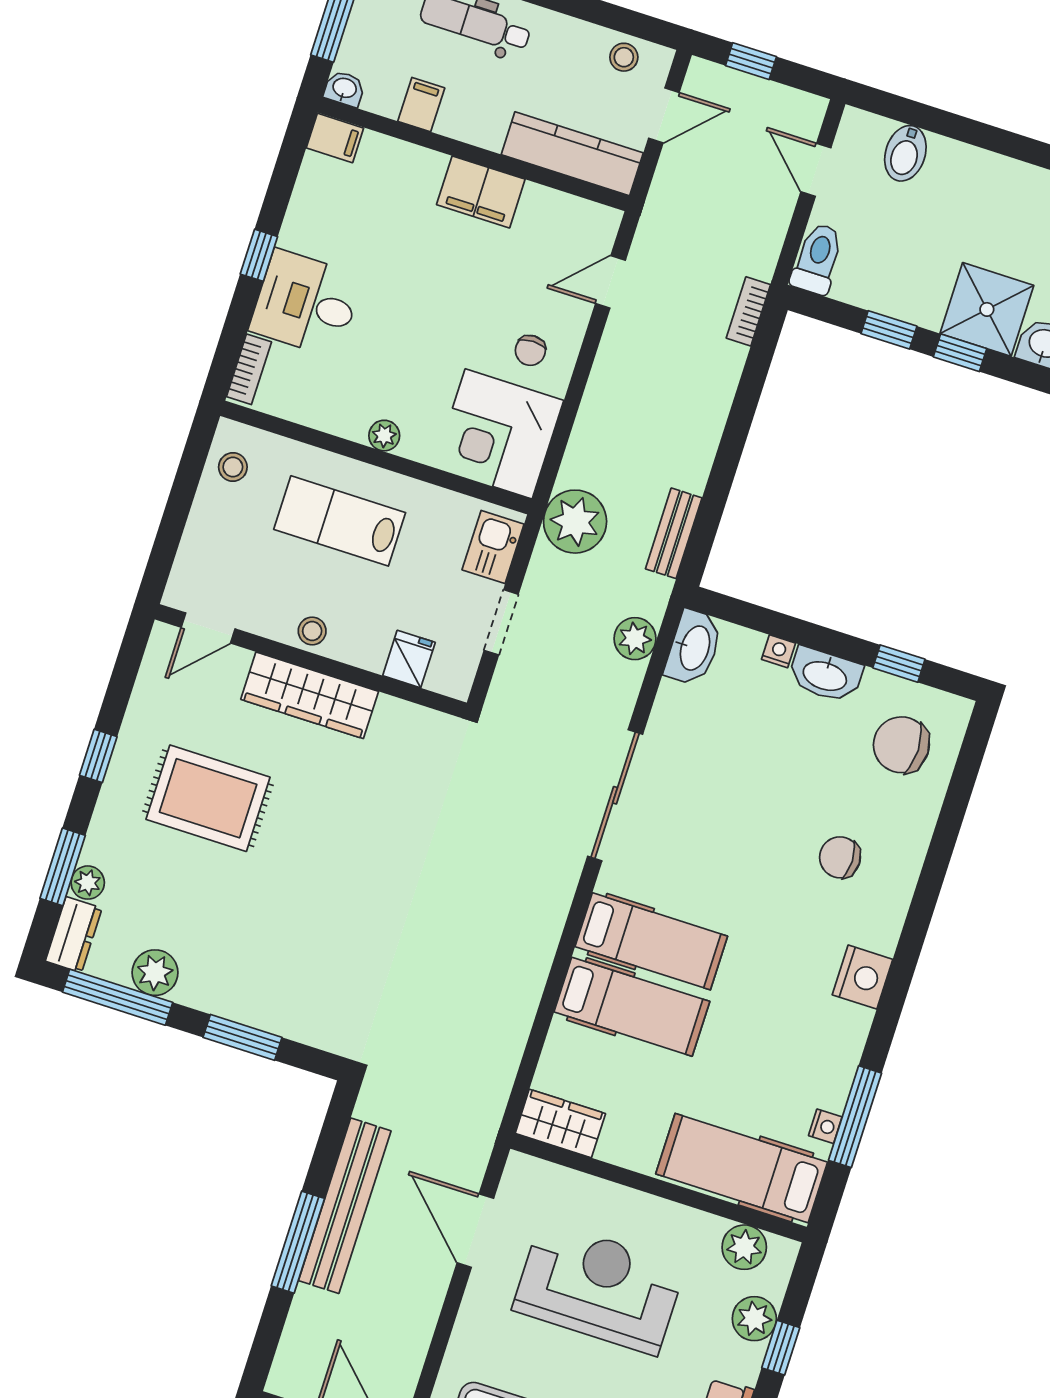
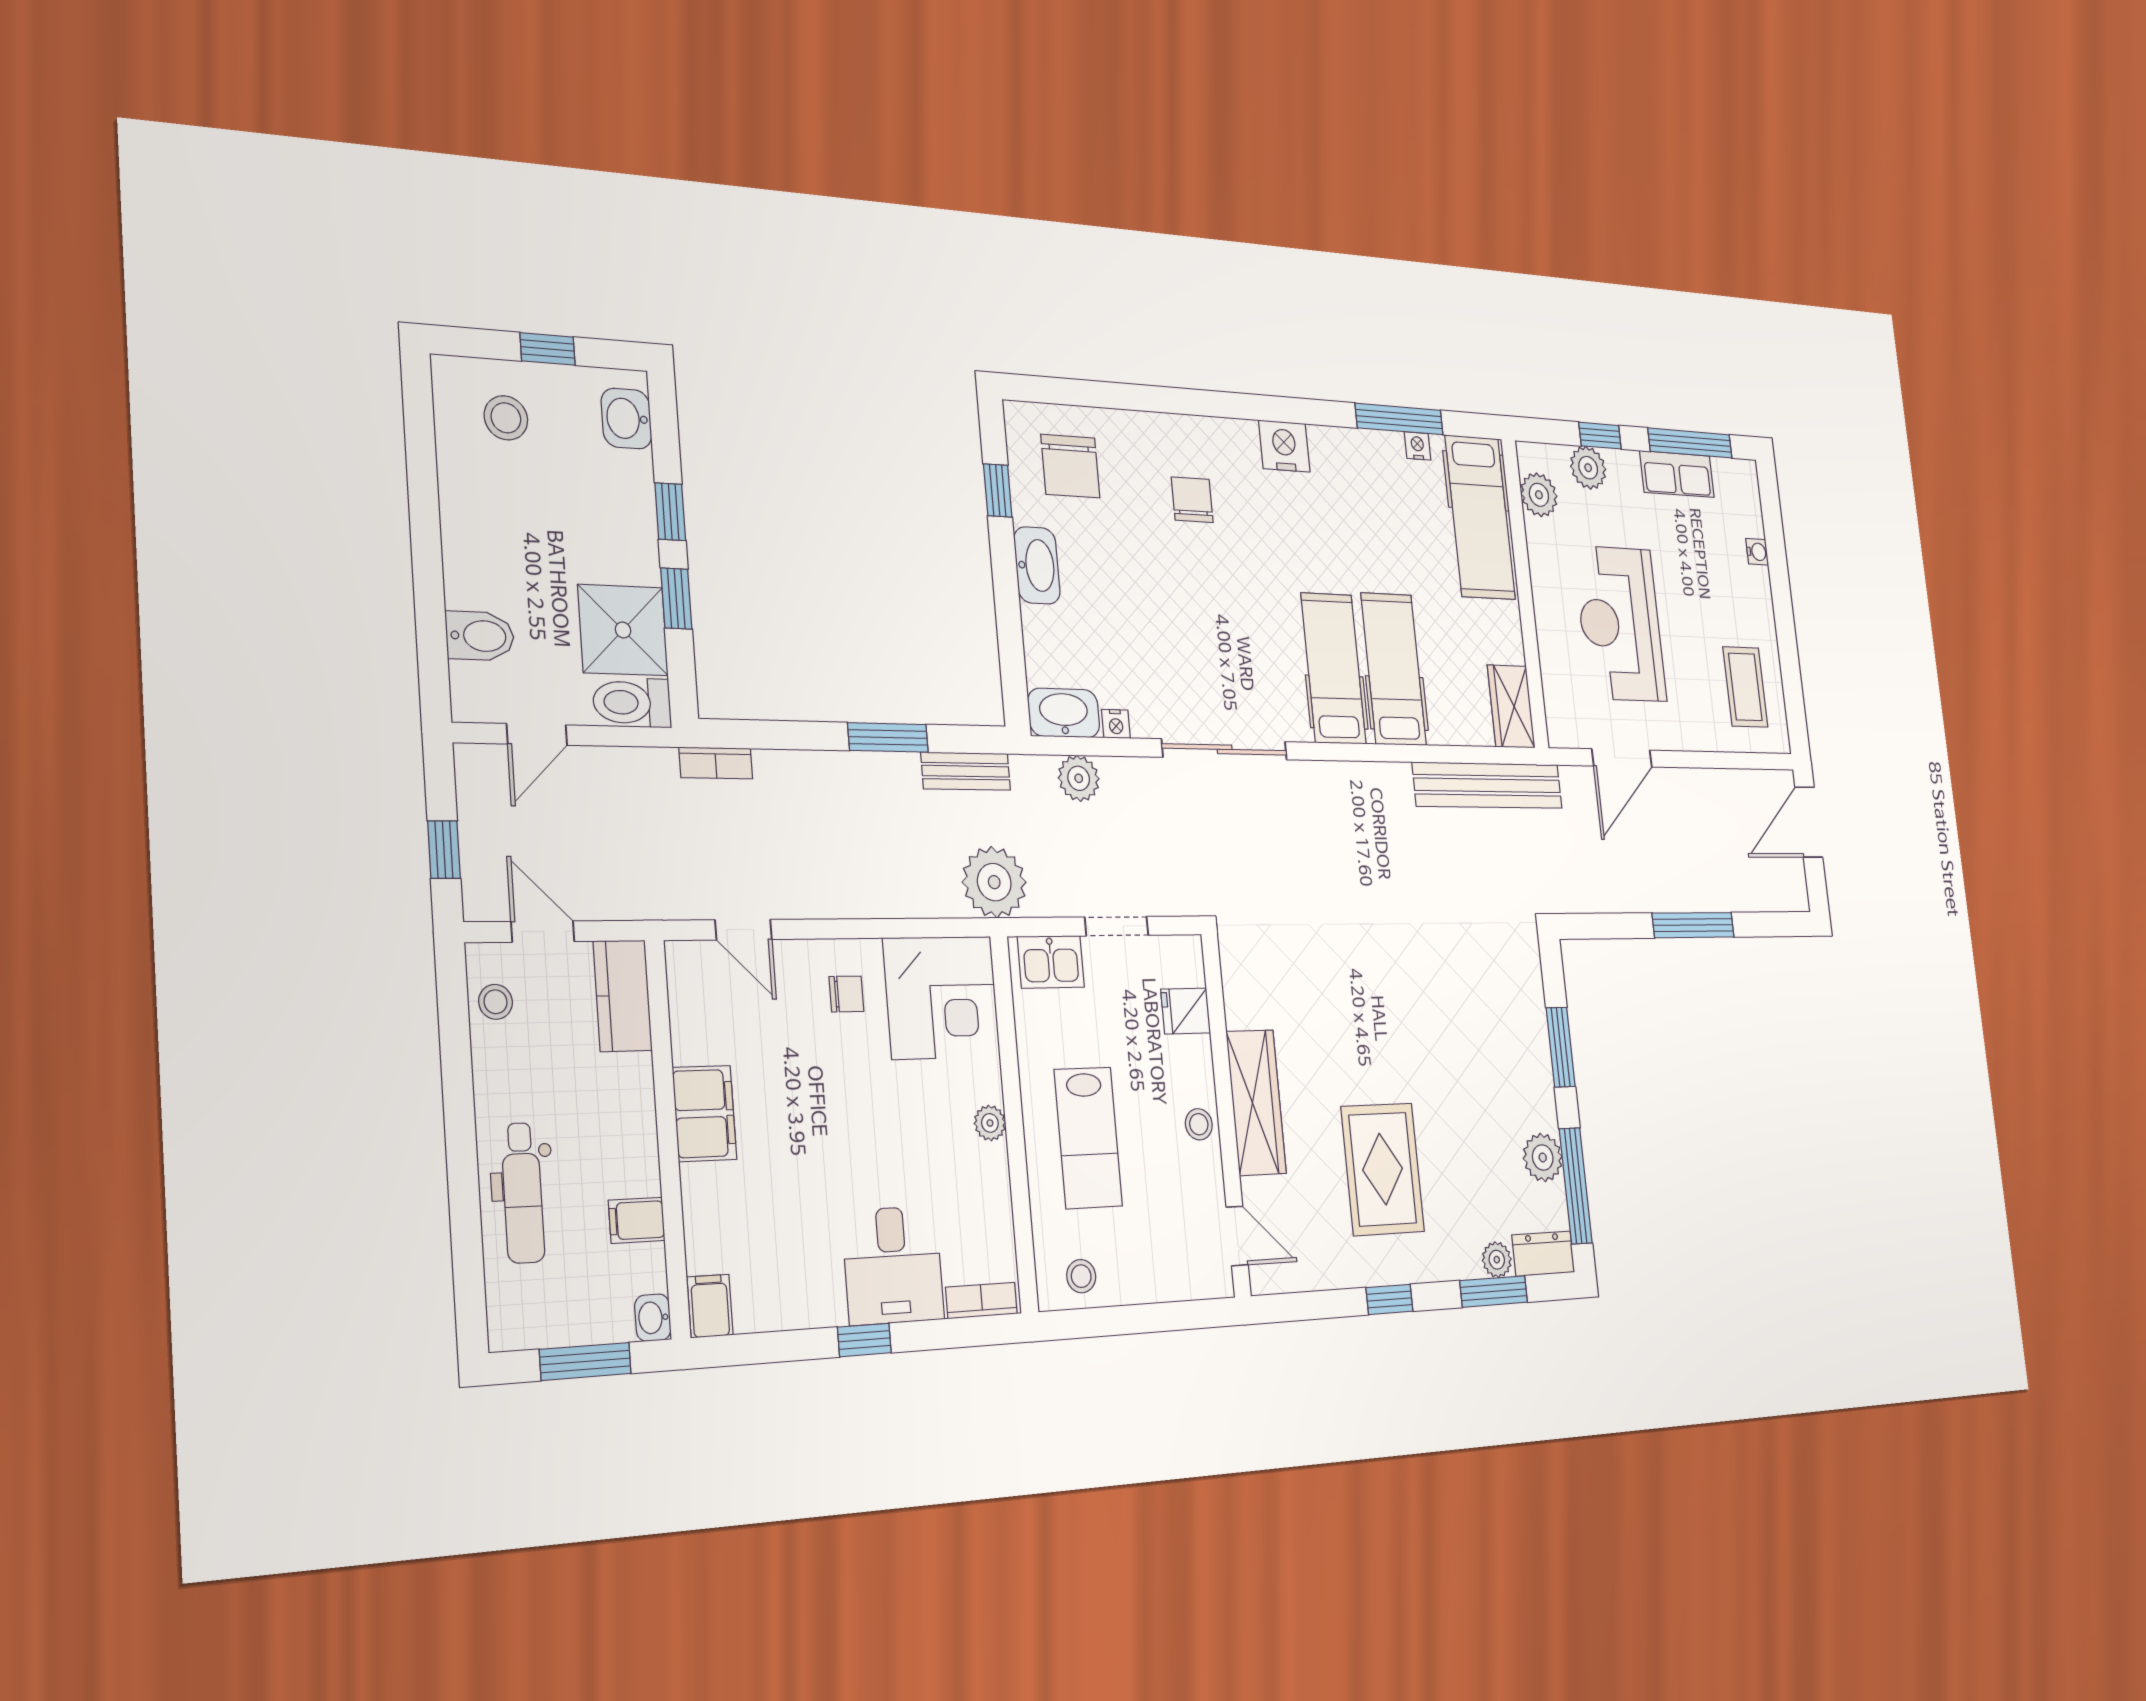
kitchen counter: (572, 154) -> (623, 996), width x0.67
shower: (987, 309) -> (623, 630), moved
window: (723, 473) -> (888, 737), added
nightstand: (779, 651) -> (1116, 724), moved, turned -90
chair: (840, 857) -> (1192, 500), turned 180
bench: (345, 1206) -> (1488, 785), moved

